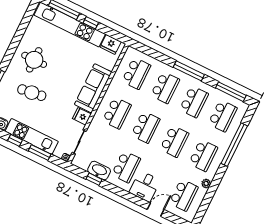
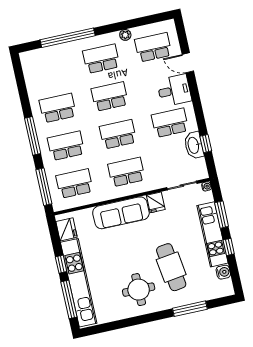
window: (231, 92) -> (44, 187), moved
cafe table: (32, 93) -> (171, 267), width x1.37, depth x1.35
school desk: (223, 116) -> (49, 70), removed

